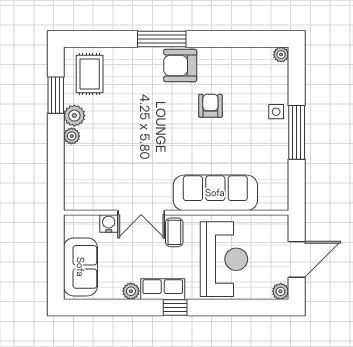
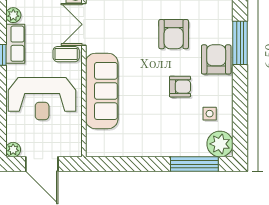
plant: (281, 55) -> (220, 144), width x1.87, depth x1.87
side table: (276, 112) -> (210, 114), moved
armchair: (152, 113) -> (174, 34), added
window: (297, 132) -> (194, 164), moved

